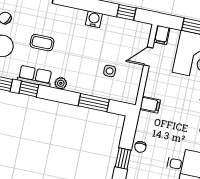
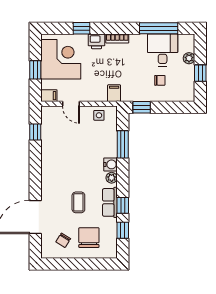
water cooler: (94, 19) -> (110, 164), moved, turned 180
side table: (110, 71) -> (99, 115), moved
chair: (140, 147) -> (160, 80), moved
window: (123, 159) -> (142, 107), moved

